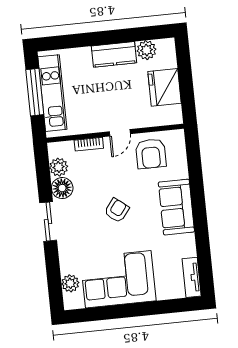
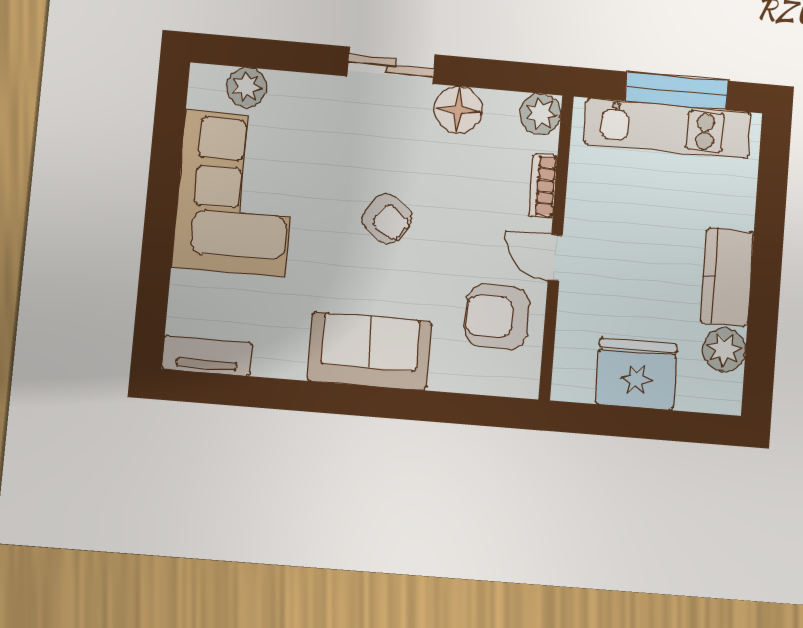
plant: (59, 167) -> (541, 114), moved

